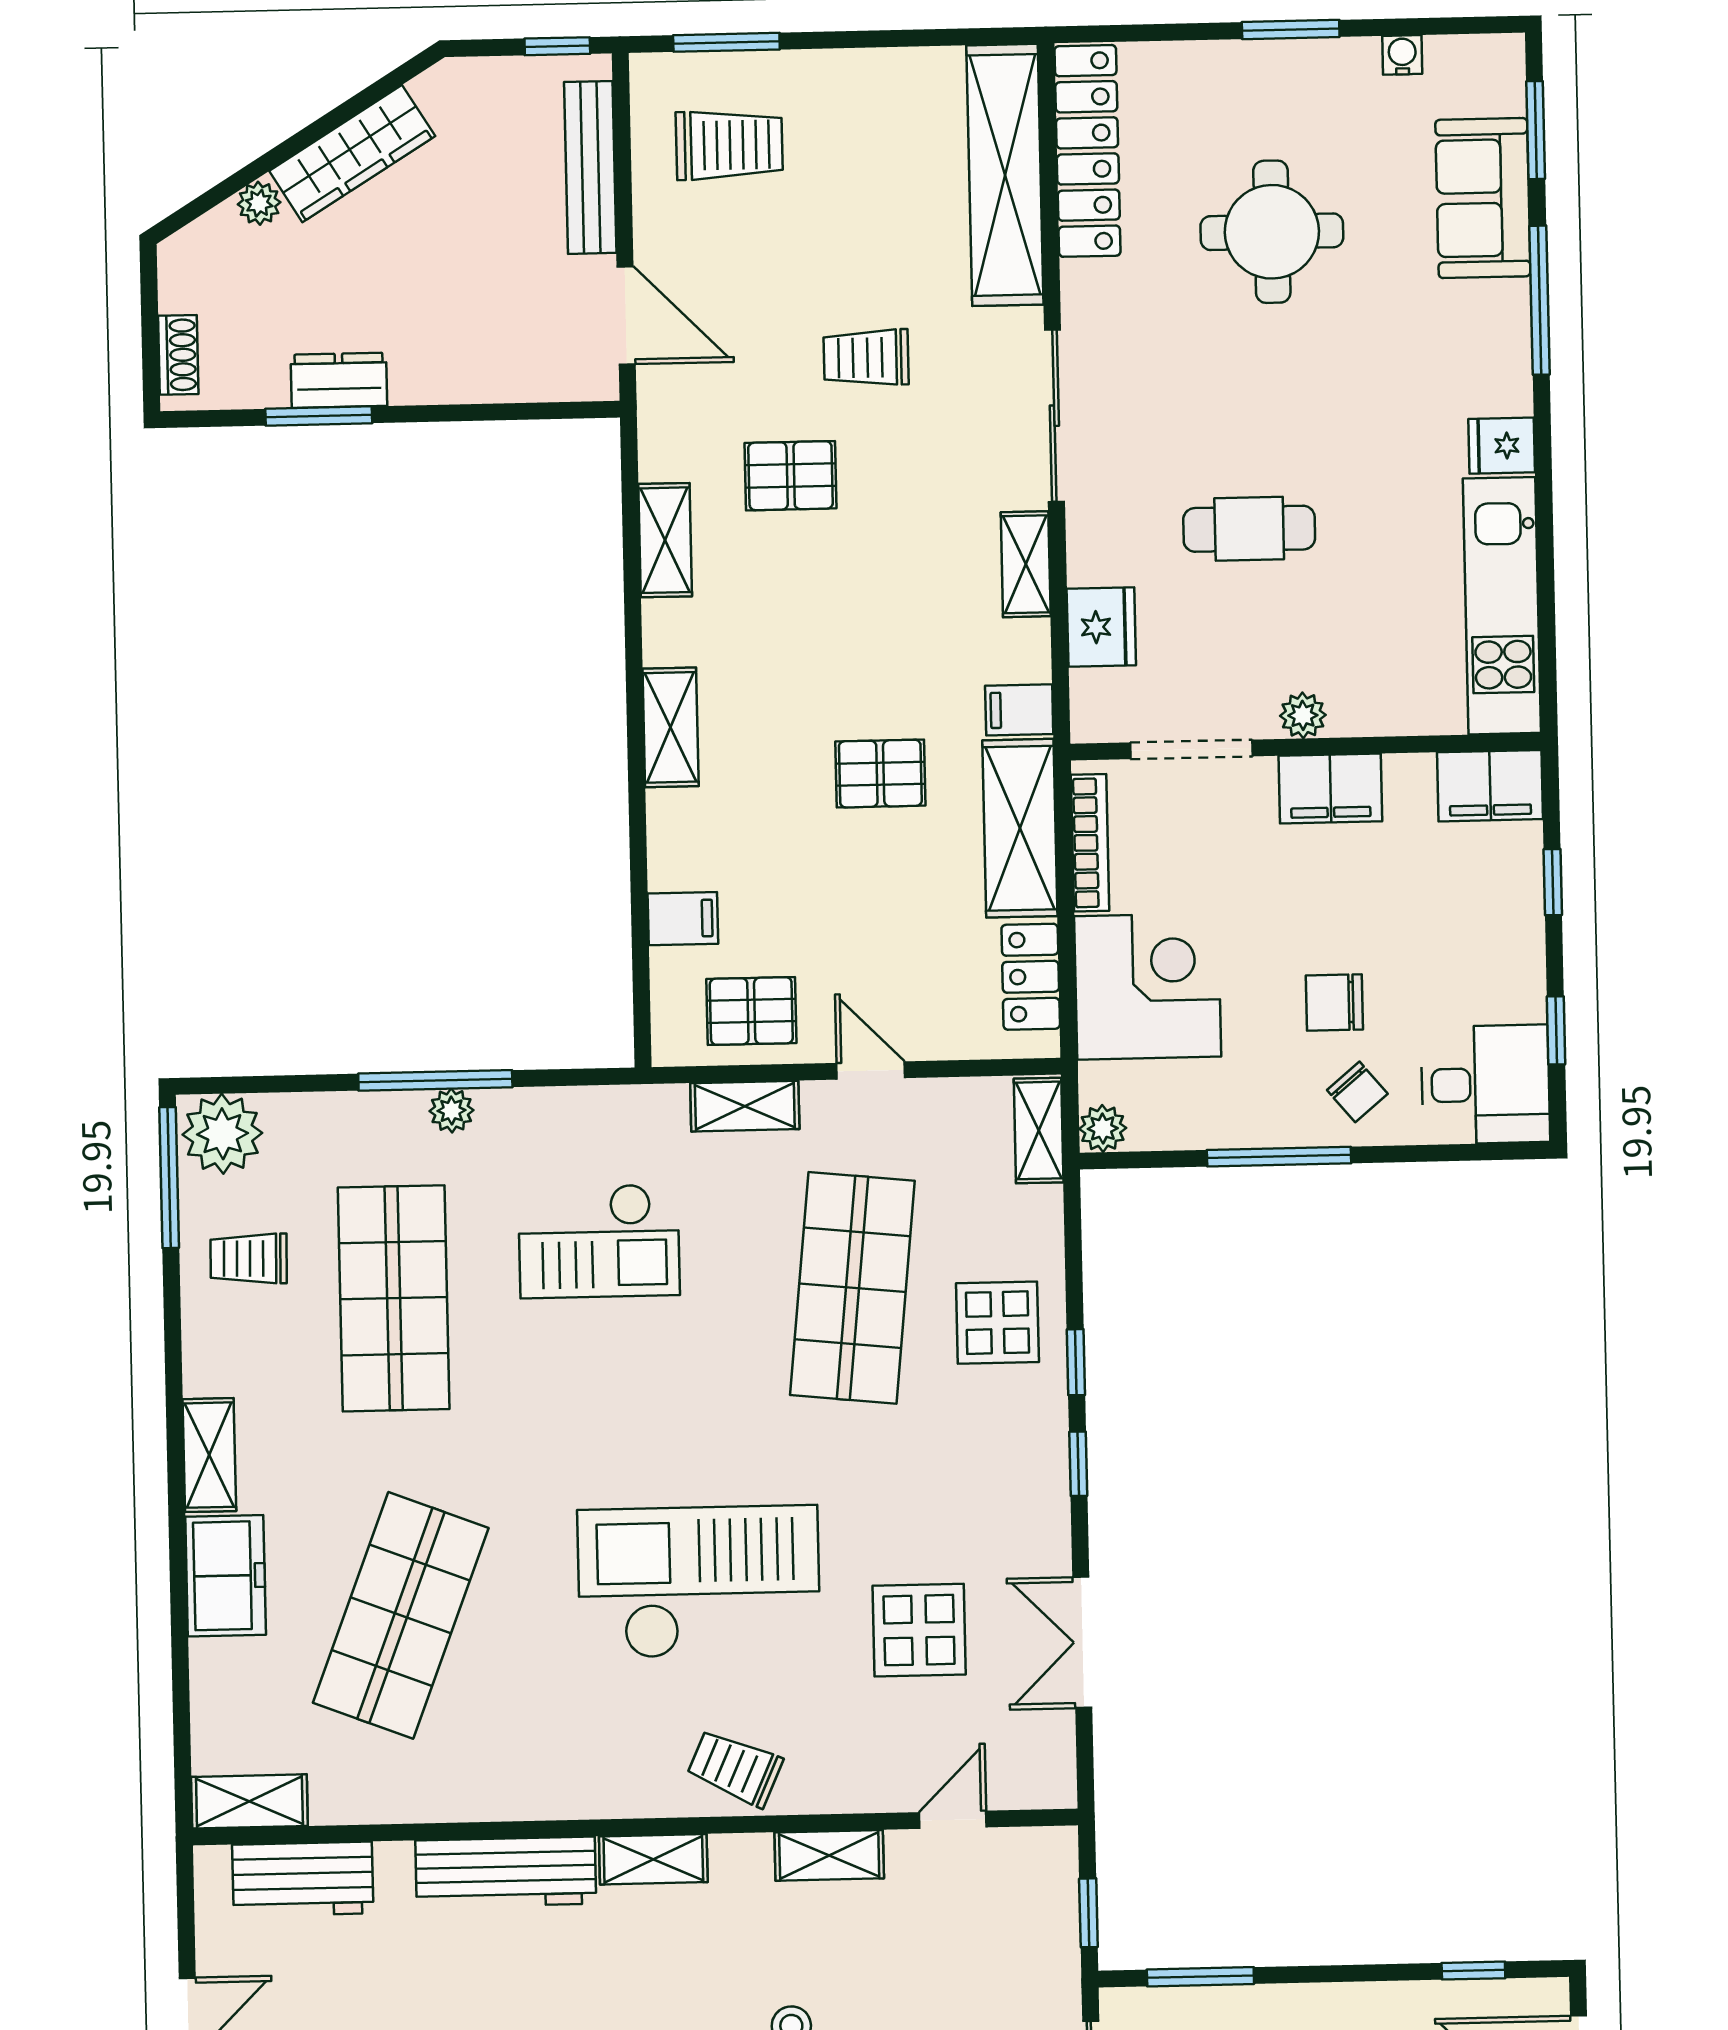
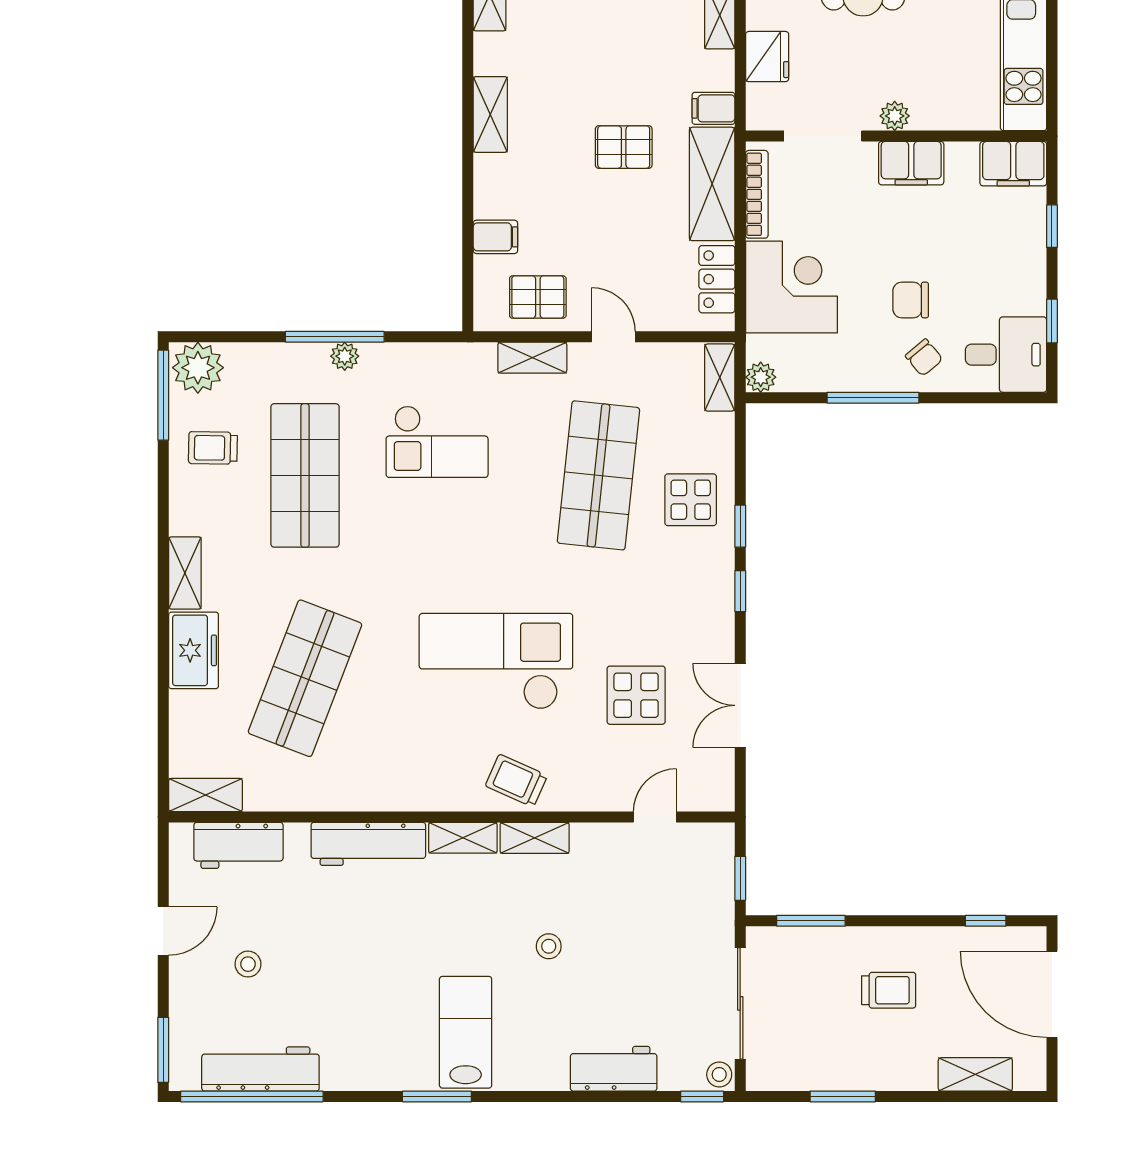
shelving: (829, 1855) -> (535, 838), moved

